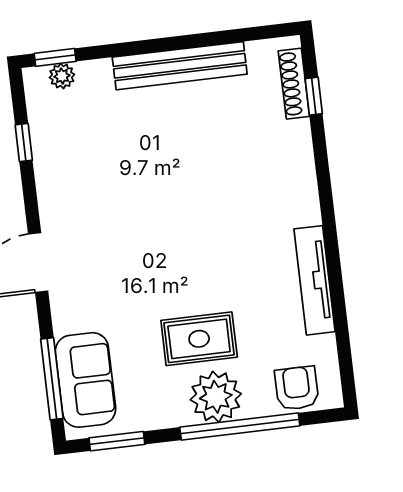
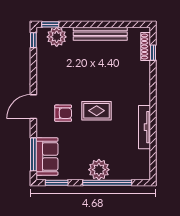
plant: (62, 76) -> (57, 37), width x1.88, depth x1.88
window: (24, 143) -> (33, 40), moved
rug: (199, 339) -> (97, 111), moved
armchair: (297, 388) -> (63, 113), moved, turned 90

